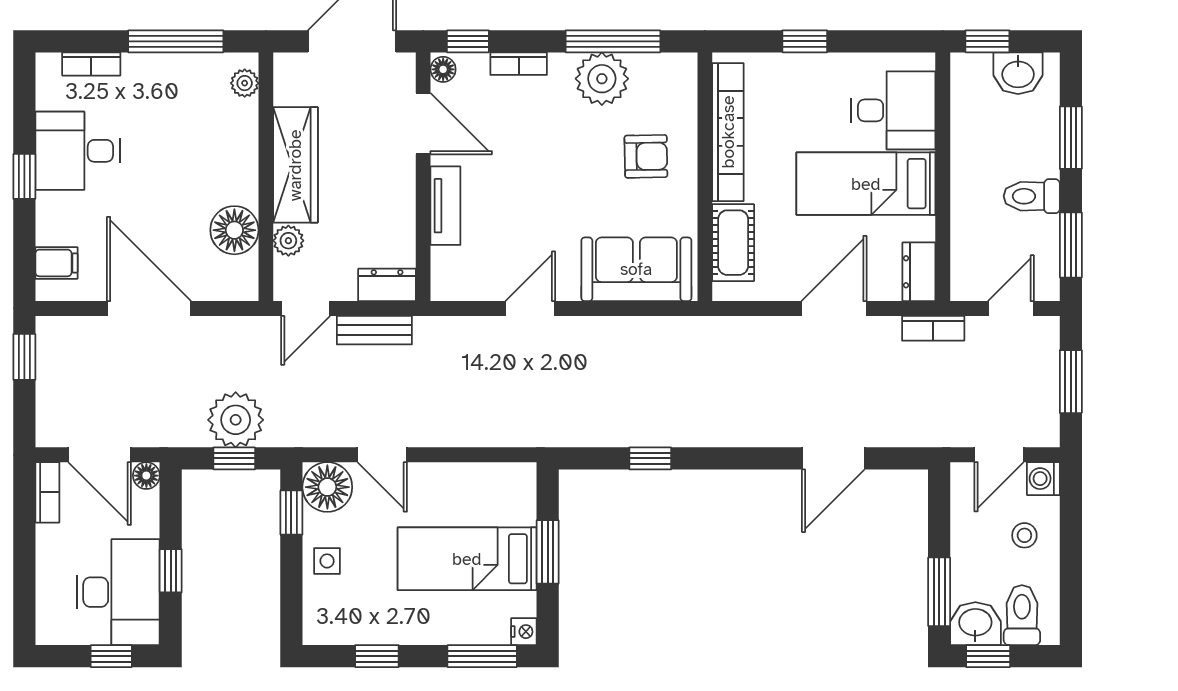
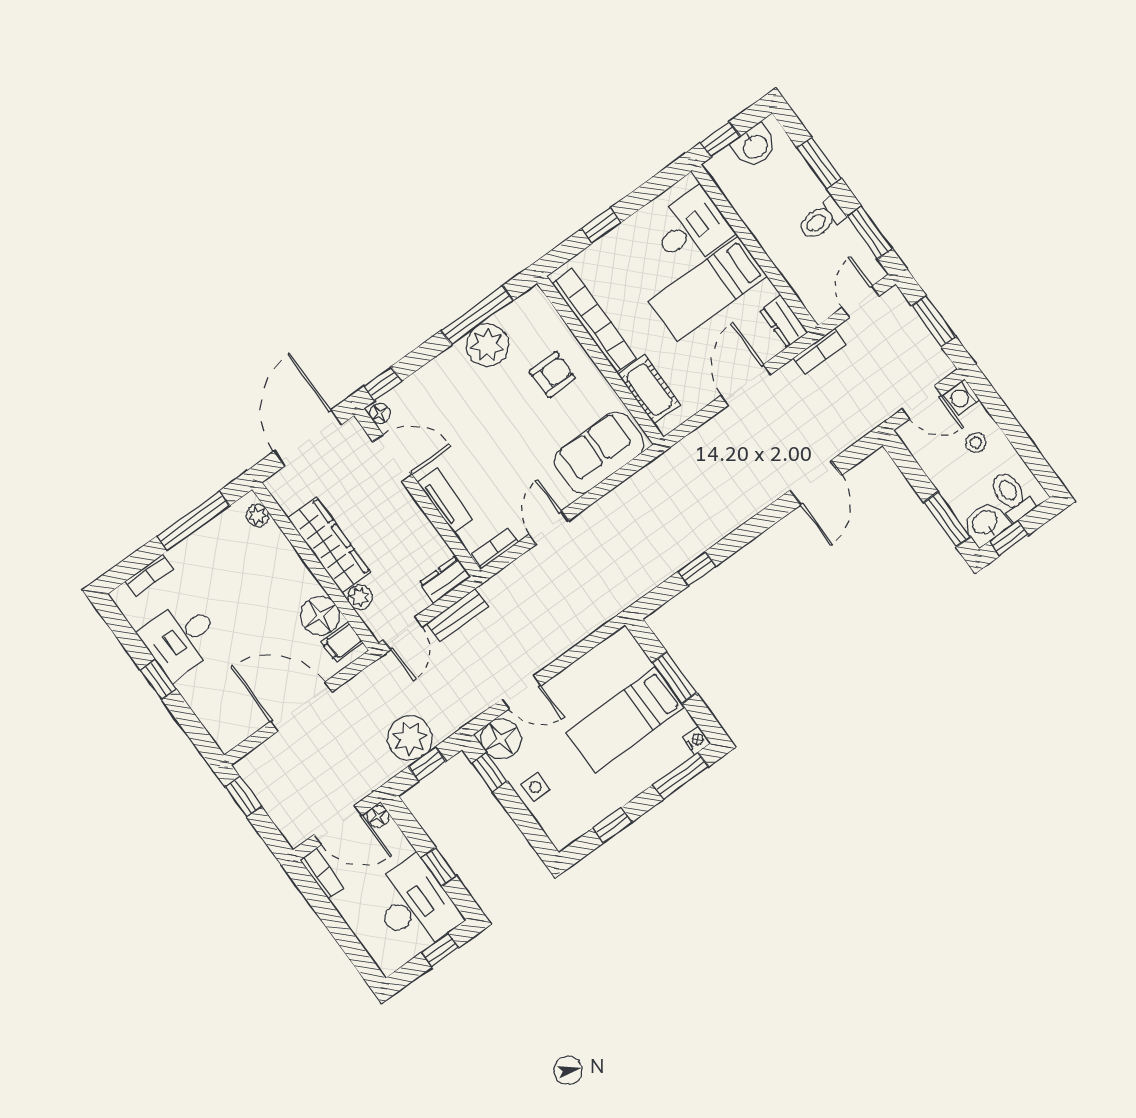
bookcase: (519, 64) -> (495, 548), moved, turned 180
filing cabinet: (56, 263) -> (342, 642), moved, turned 180
door: (999, 455) -> (922, 402), hinge flipped

